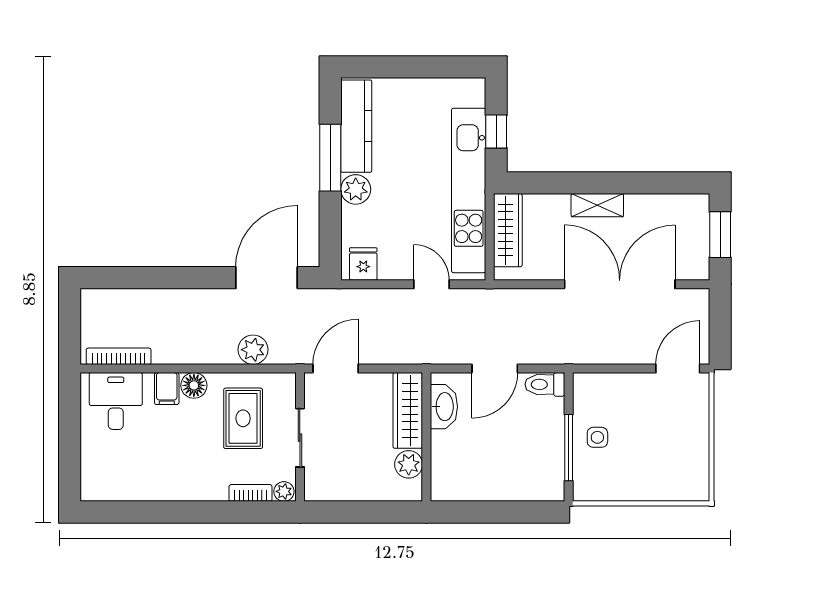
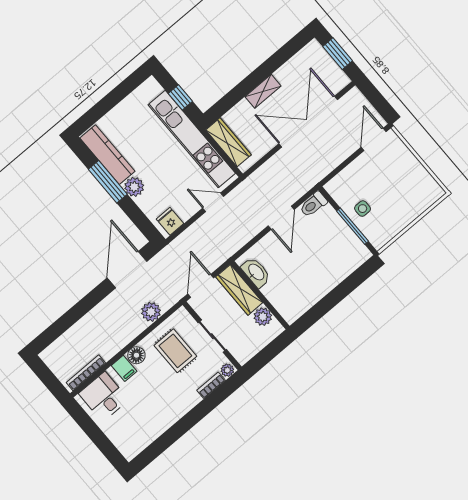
washbasin: (444, 407) -> (256, 272), moved
wardrobe: (408, 410) -> (239, 290), moved
wall: (426, 437) -> (260, 295), moved
plant: (409, 464) -> (263, 317), moved

